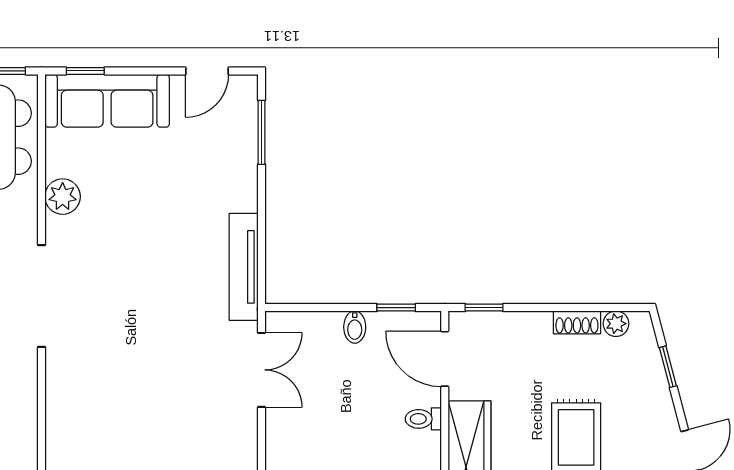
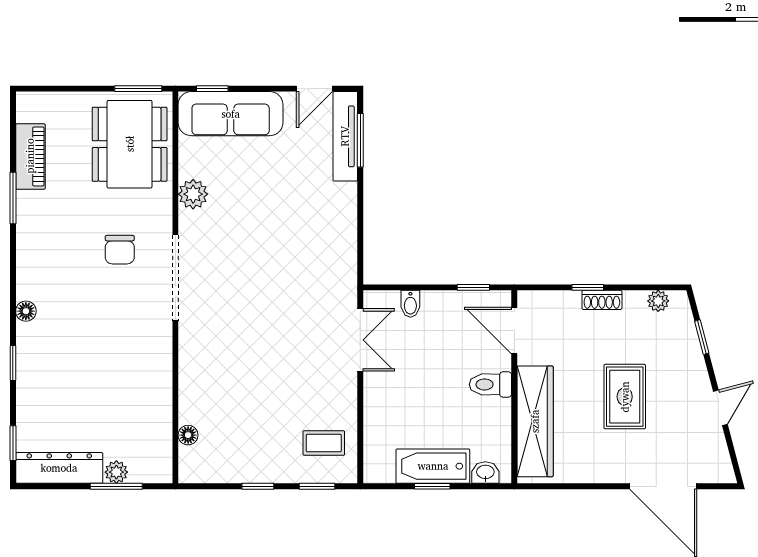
tv unit: (244, 267) -> (345, 136), moved
window: (484, 308) -> (588, 287), moved
shoe rack: (577, 322) -> (602, 300), moved
bidet: (355, 327) -> (410, 304), moved
toilet: (423, 419) -> (490, 384), width x1.37, depth x1.39

